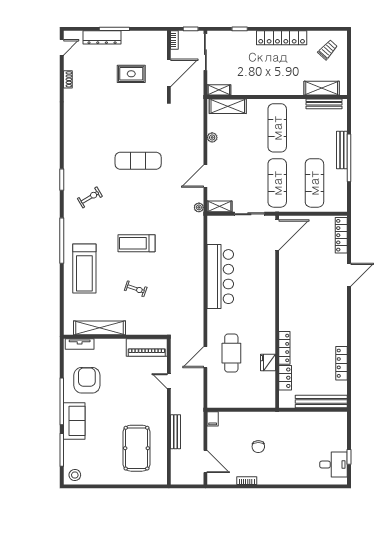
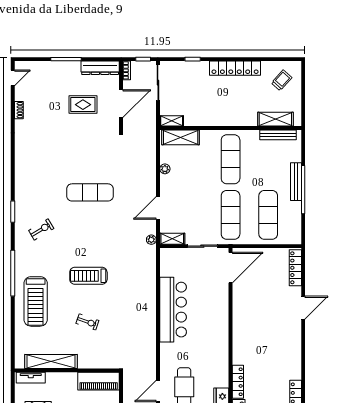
dresser: (102, 37) -> (100, 68), moved

